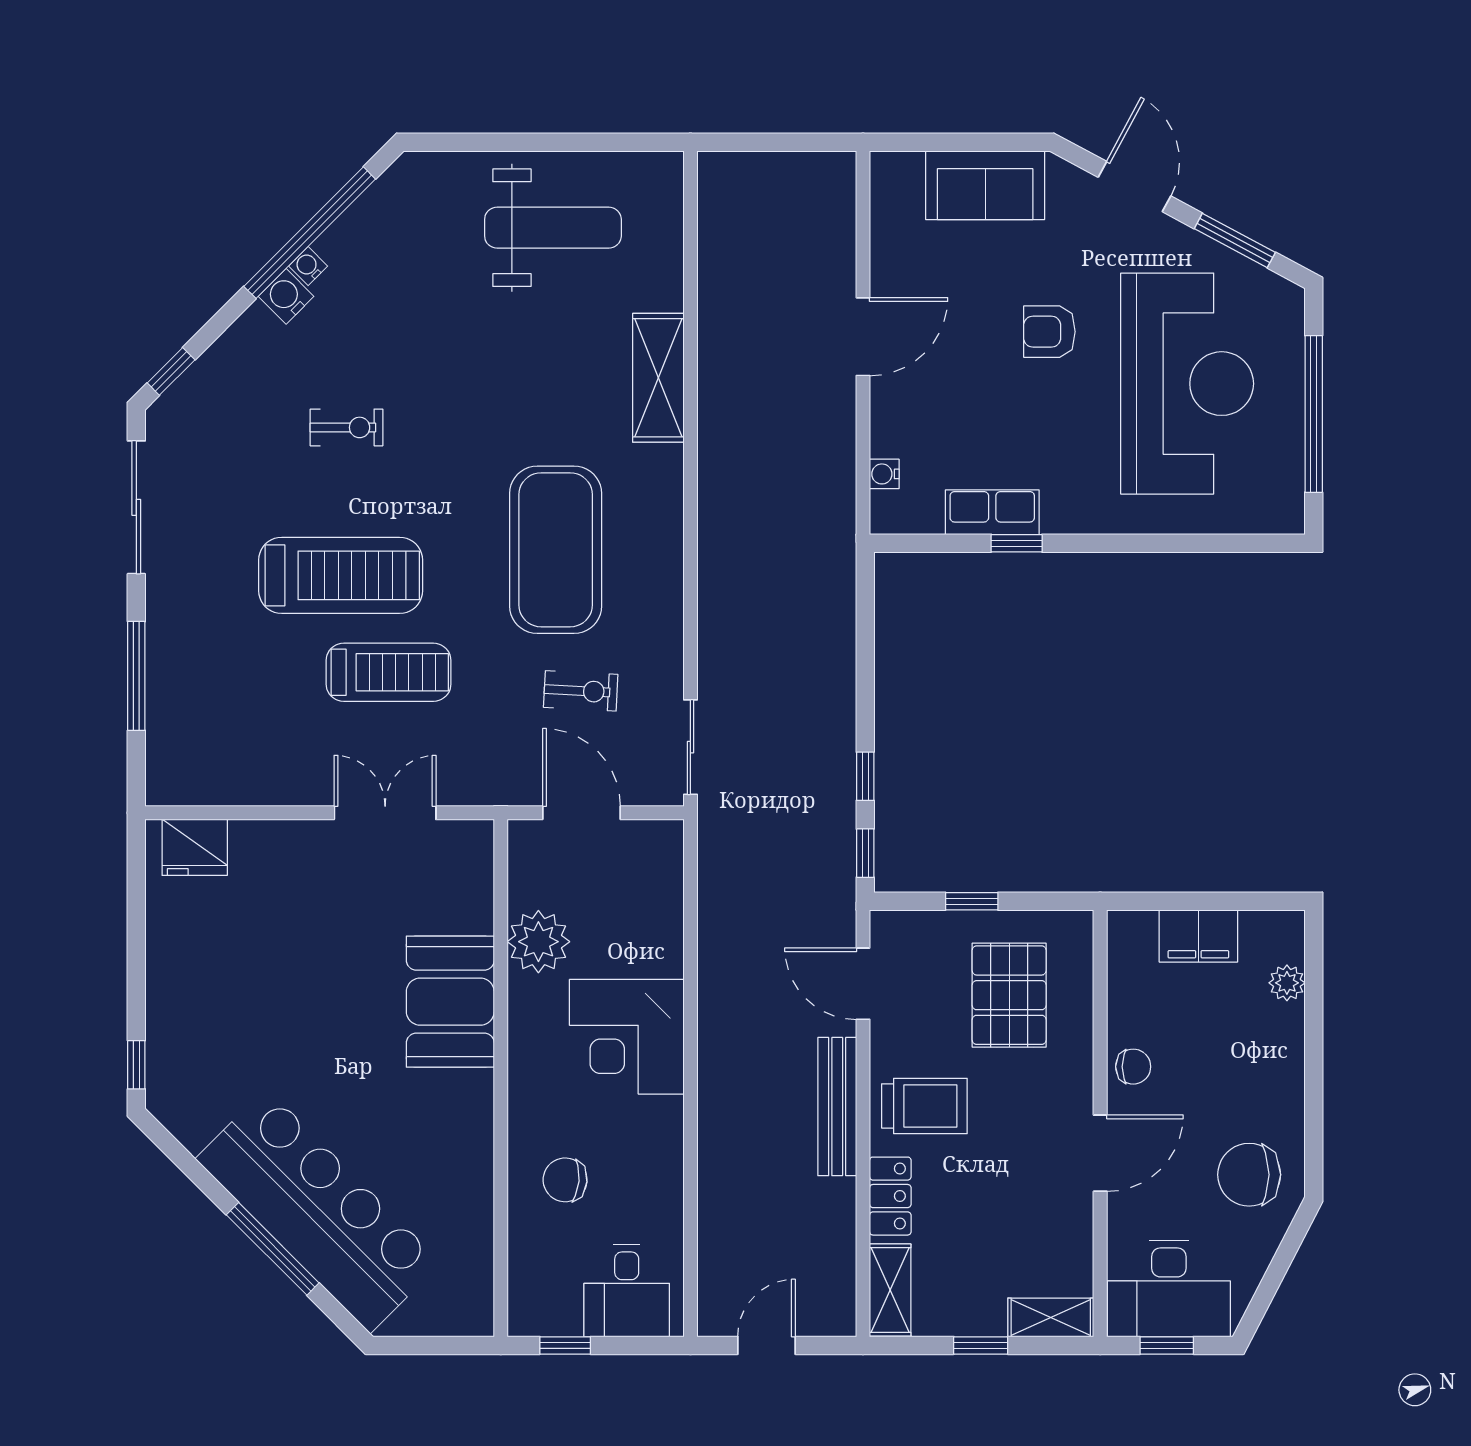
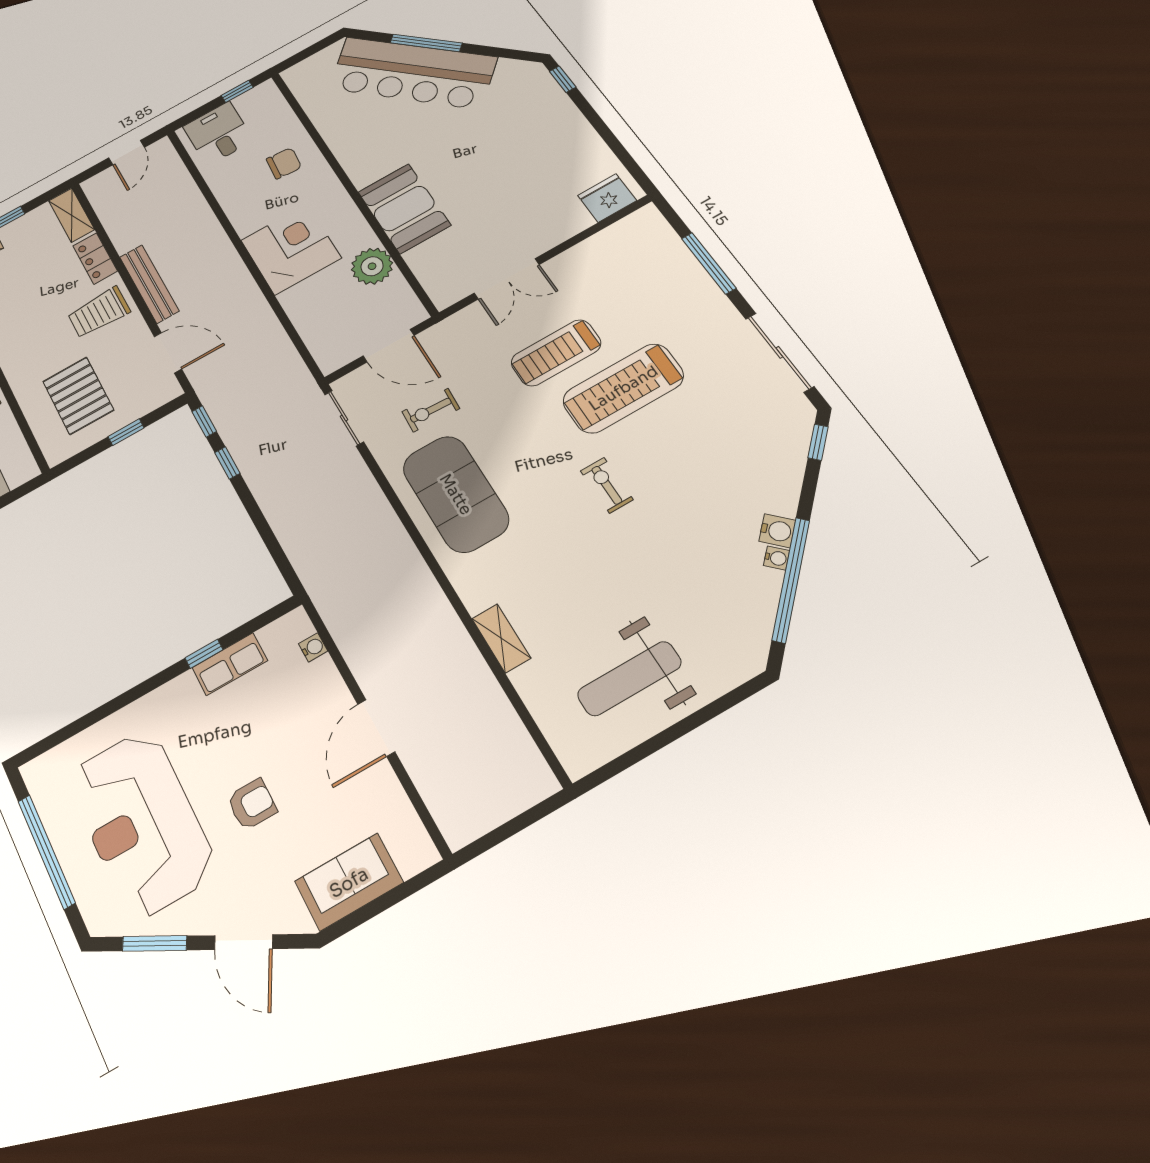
shelving: (658, 378) -> (501, 638), width x0.67, depth x0.75
exercise bike: (346, 427) -> (607, 485), moved, turned 90
exercise mat: (556, 550) -> (456, 494), moved

